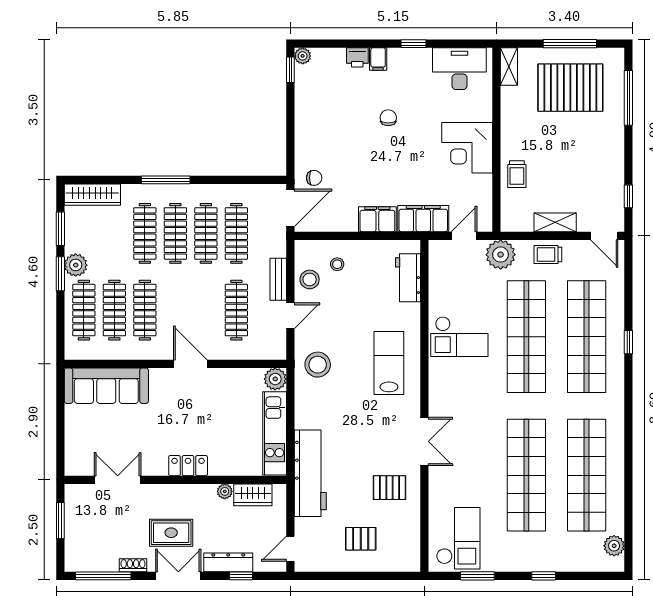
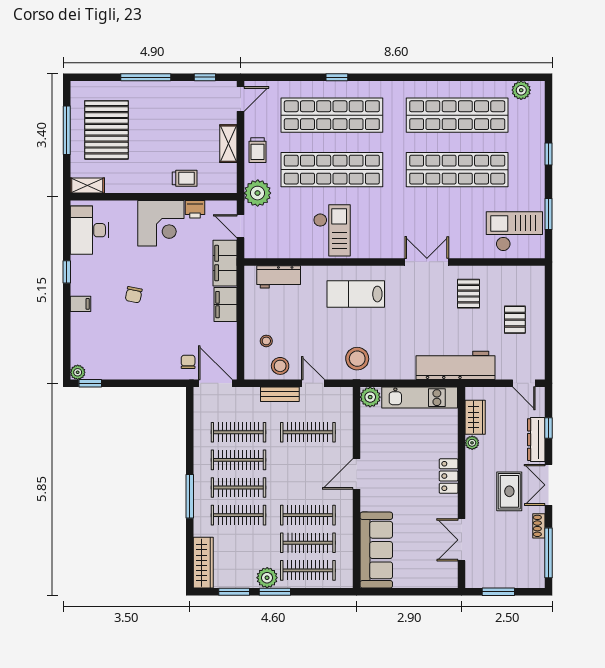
printer: (357, 57) -> (195, 209), moved, turned 90
window: (628, 98) -> (146, 77), moved
chair: (388, 118) -> (134, 295), turned -79

